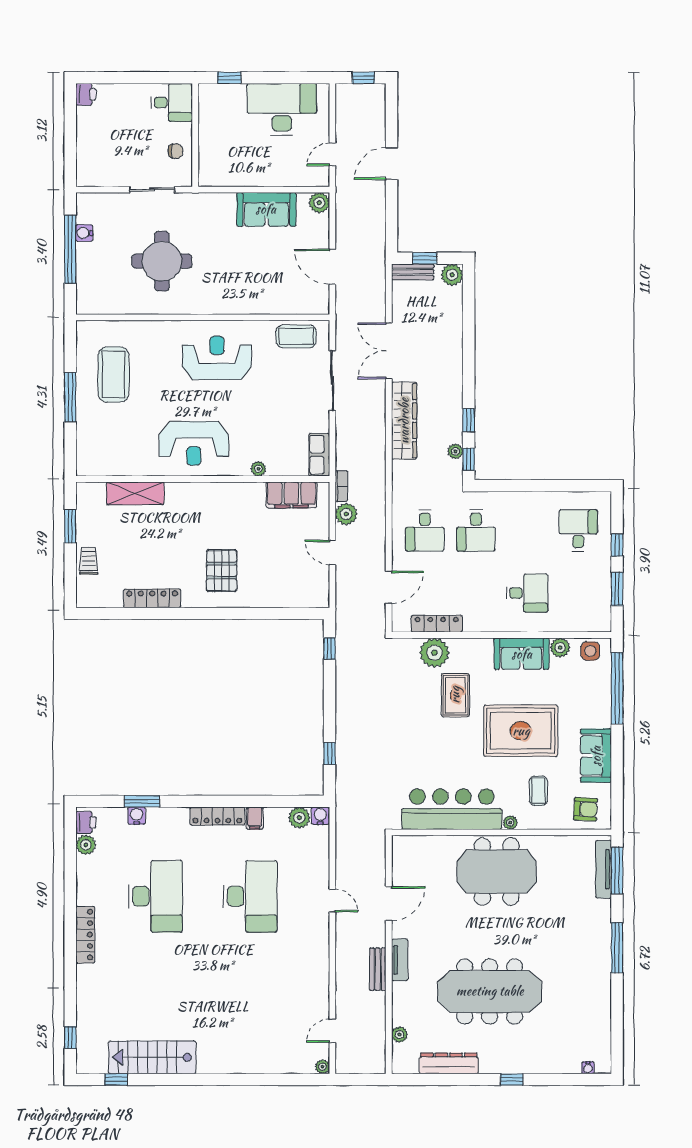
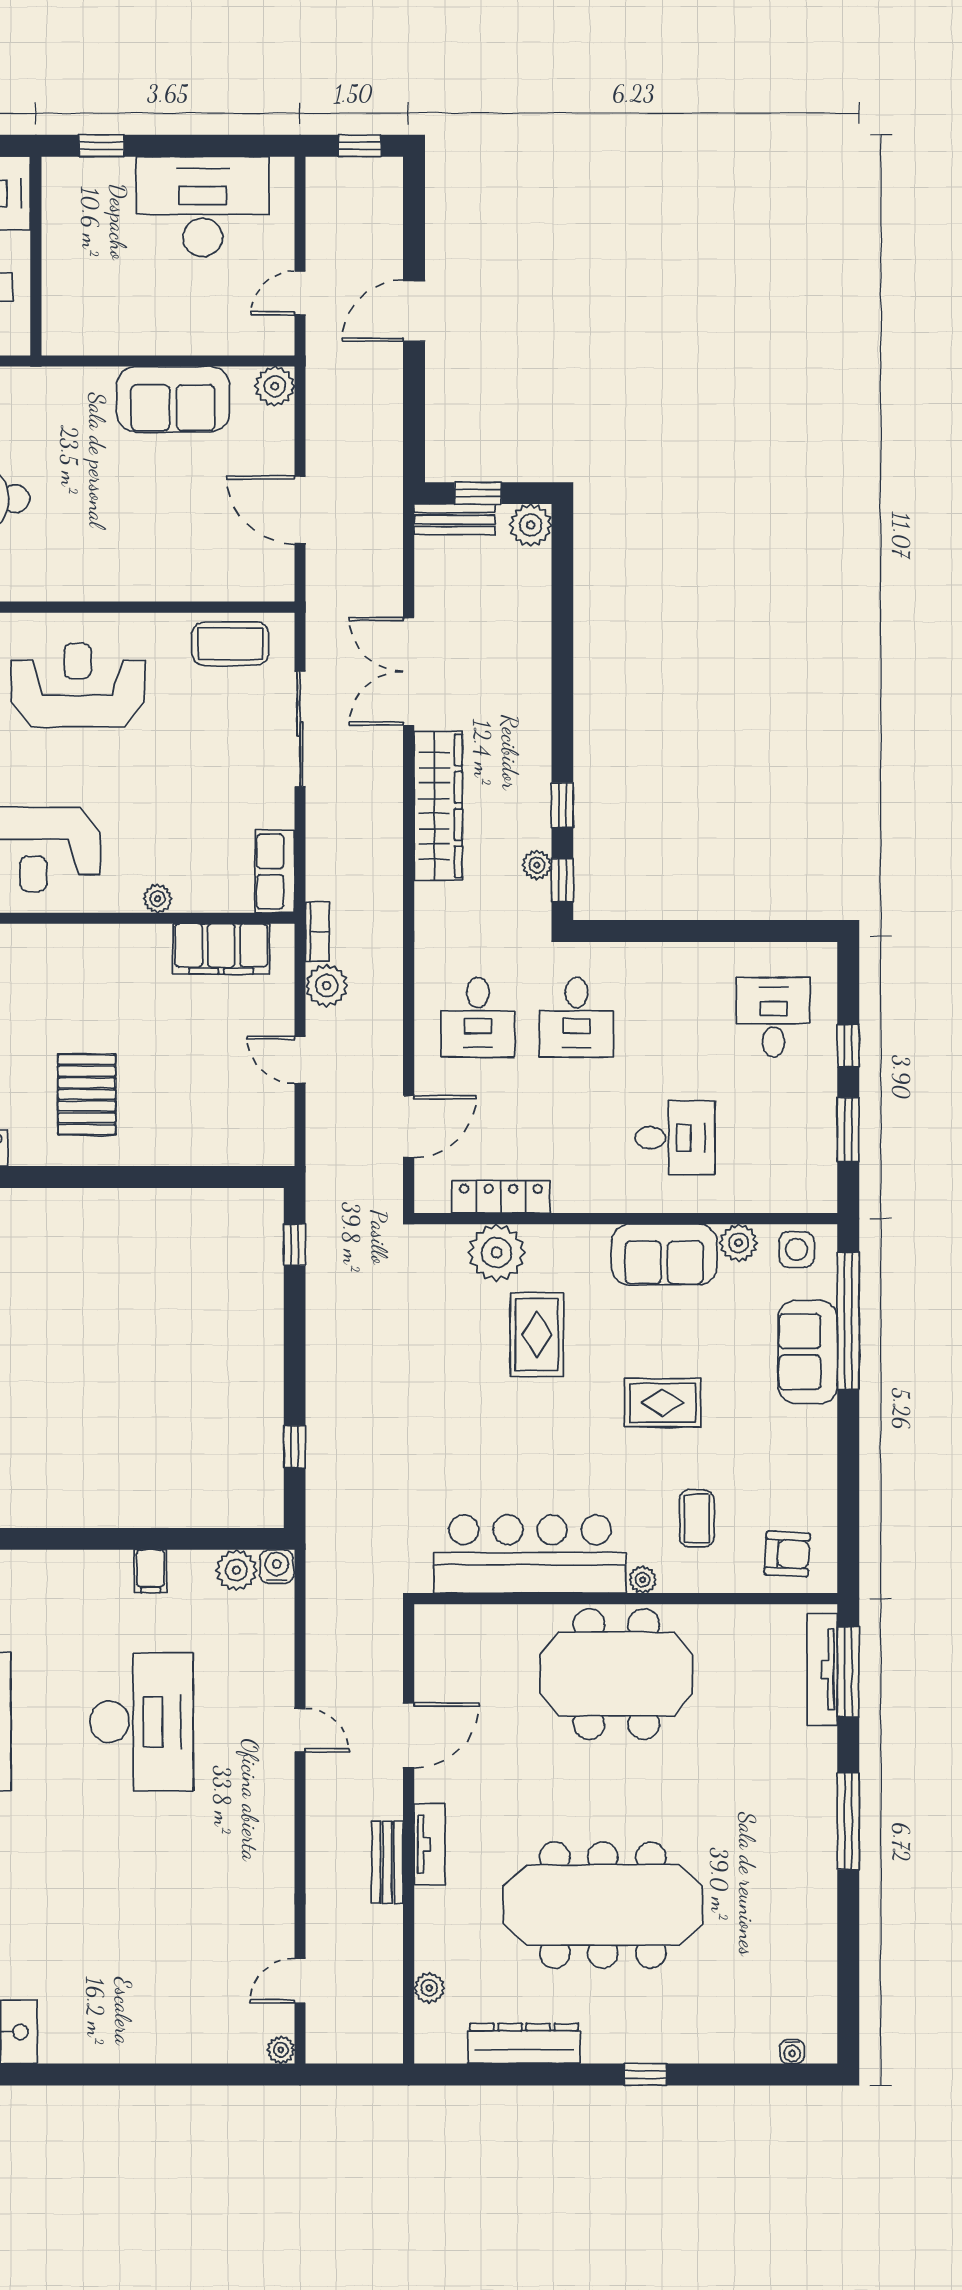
rug: (521, 731) -> (662, 1403), width x0.54, depth x0.49
sofa: (596, 756) -> (808, 1352), moved
locker: (217, 816) -> (79, 1567), removed

